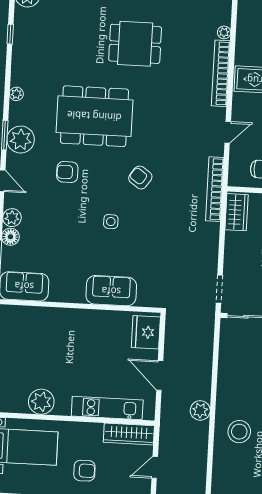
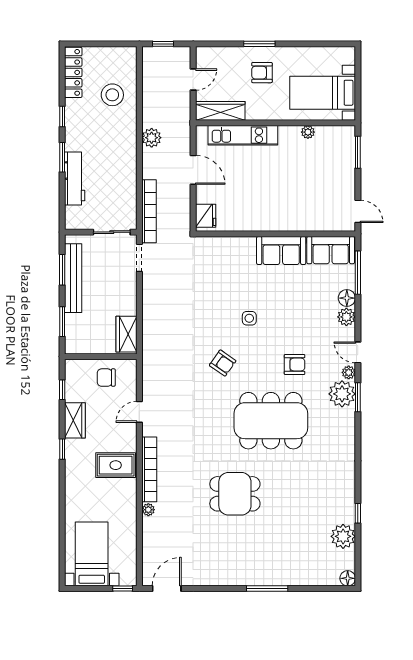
window: (10, 34) -> (358, 513), moved
plant: (16, 94) -> (349, 372), moved
bookcase: (215, 189) -> (149, 211), moved
sofa: (111, 291) -> (281, 250), moved
fridge: (146, 332) -> (206, 216), width x0.73, depth x0.75
plant: (41, 402) -> (308, 132), width x0.53, depth x0.53
stool: (239, 432) -> (112, 95), moved

